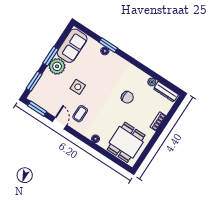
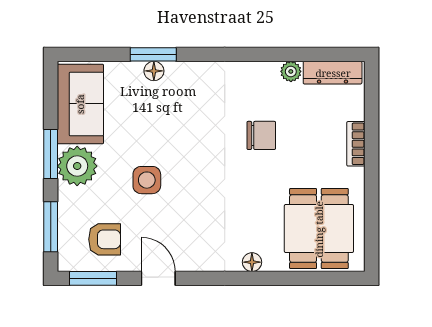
armchair: (50, 98) -> (105, 239), added
coffee table: (80, 114) -> (187, 231), removed

